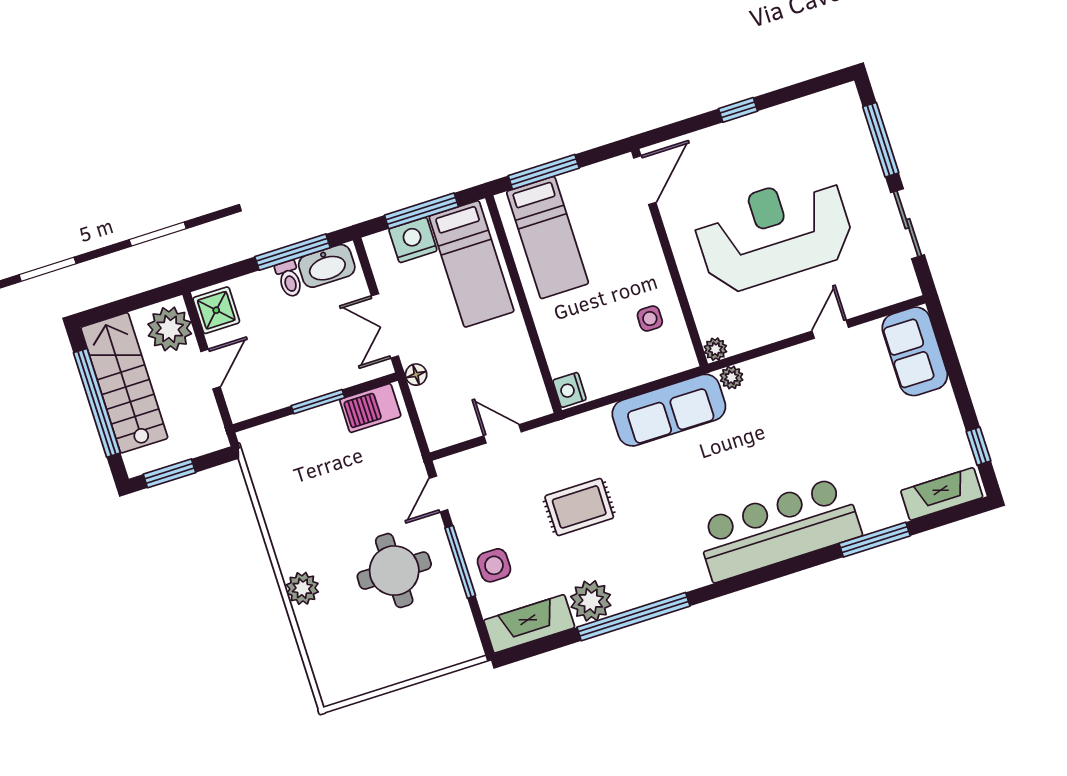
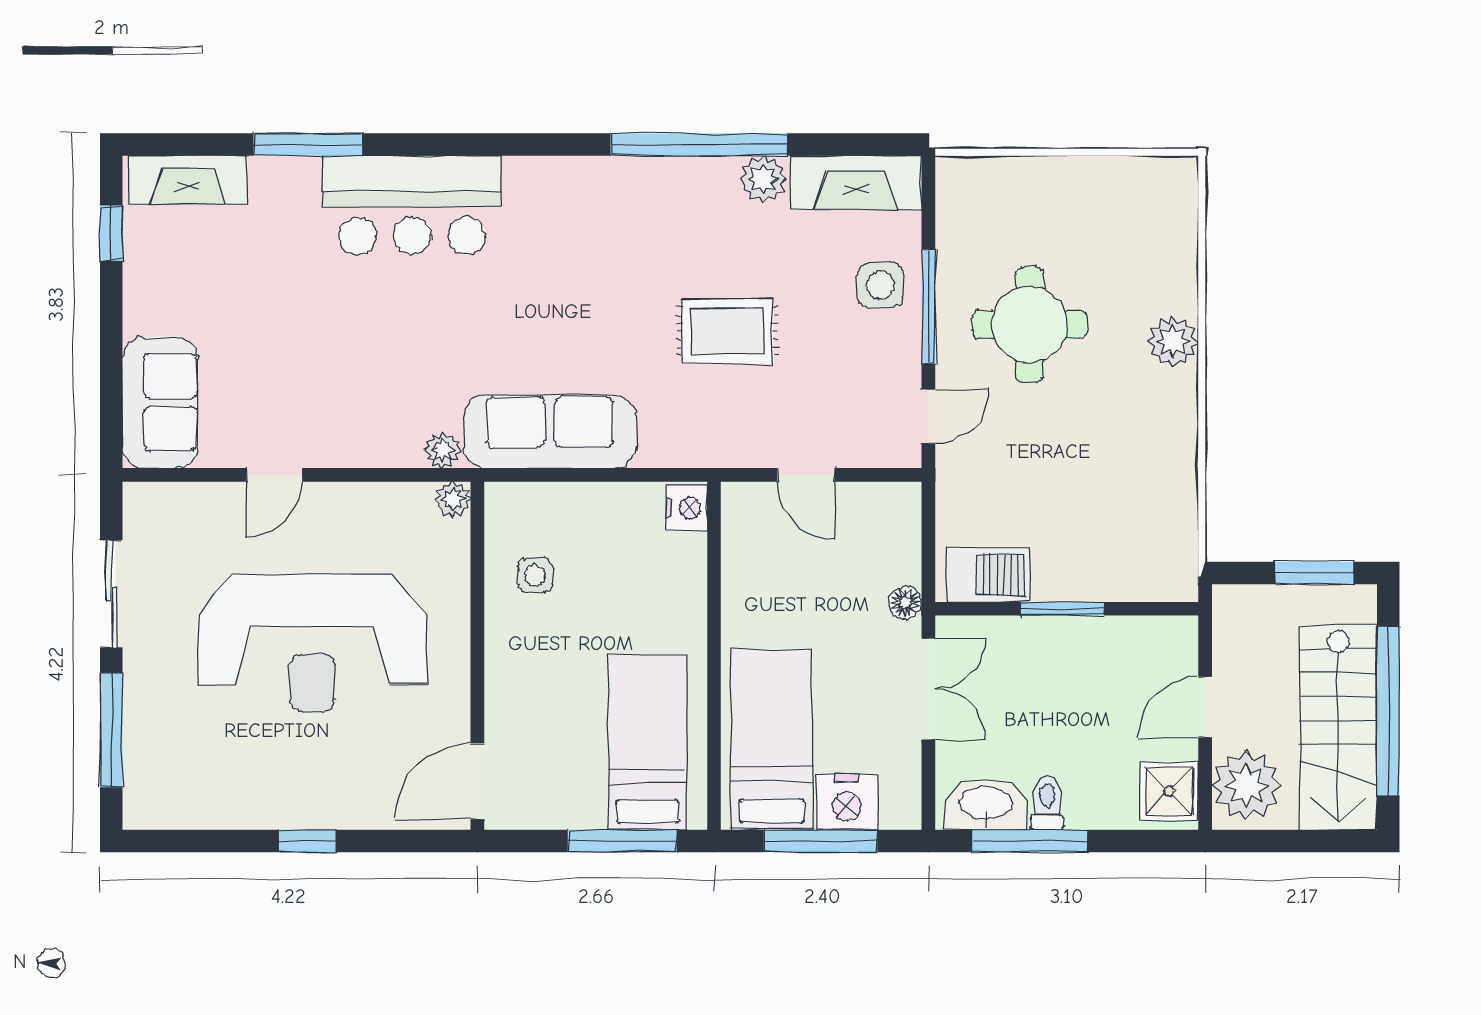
bar counter: (778, 529) -> (412, 205), width x0.73
plant: (591, 601) -> (763, 179), width x0.73, depth x0.73

